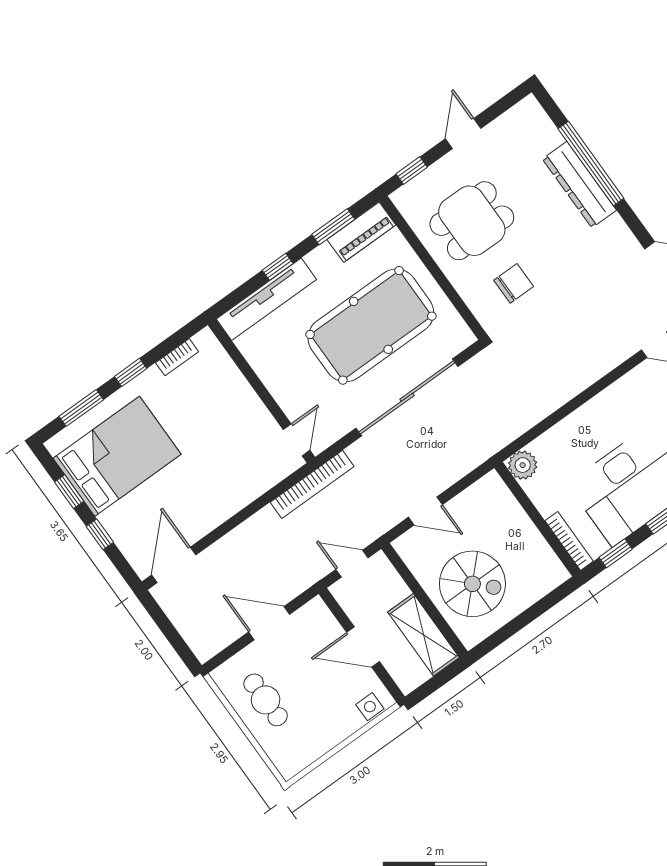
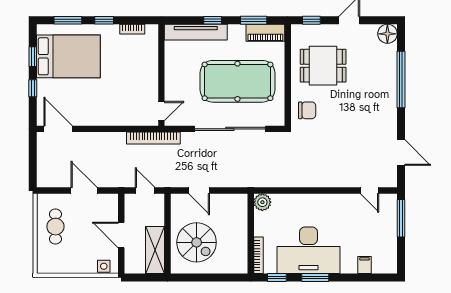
floor lamp: (528, 115) -> (387, 34), added
dresser: (579, 185) -> (388, 86), removed
chair: (514, 283) -> (307, 110), moved
door: (174, 565) -> (58, 129), hinge flipped

